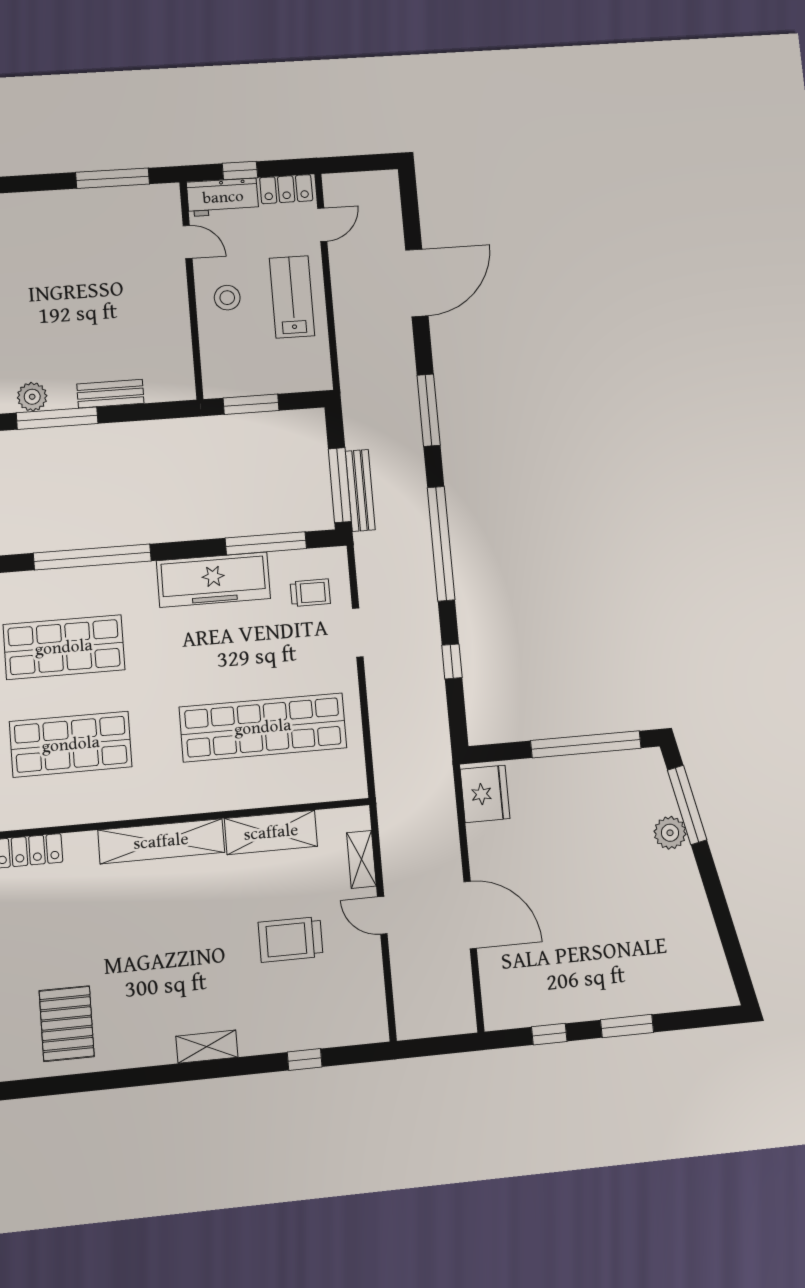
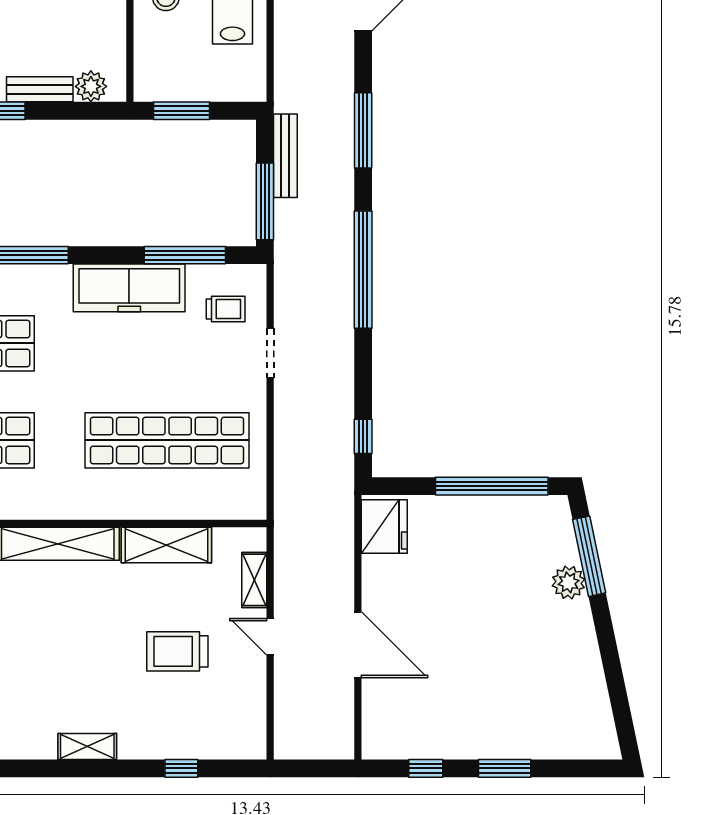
plant: (161, 387) -> (91, 86), added
bench: (360, 490) -> (285, 156), moved
window: (452, 661) -> (363, 436), moved

